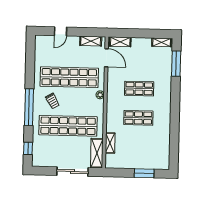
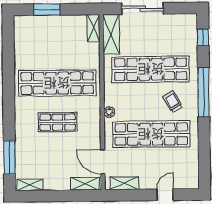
shop shelf: (138, 118) -> (57, 83), width x2.00, depth x1.36
shelving: (110, 143) -> (93, 28), moved

